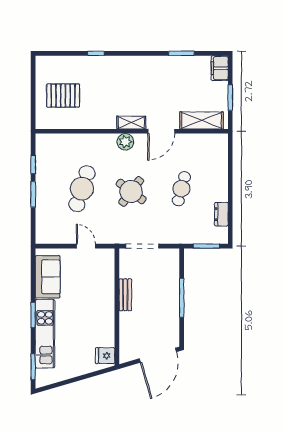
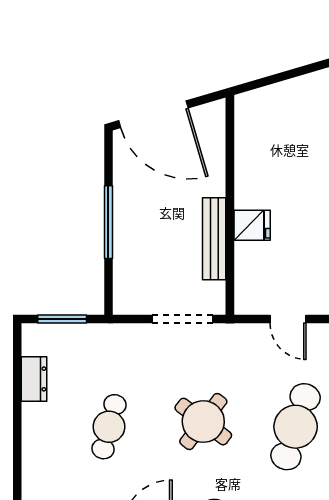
bench: (125, 295) -> (214, 239), width x1.36
door: (158, 355) -> (153, 114), swing flipped
fridge: (105, 356) -> (252, 225), moved

